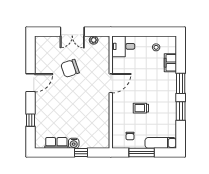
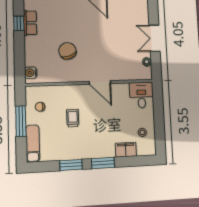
chair: (70, 68) -> (67, 51), moved
water cooler: (74, 143) -> (31, 73), moved
window: (81, 153) -> (19, 23), moved

